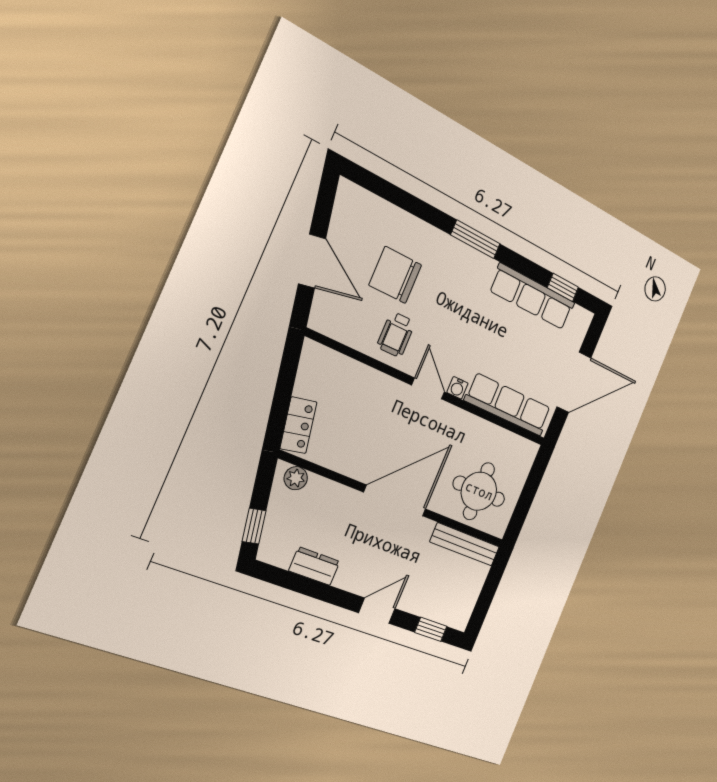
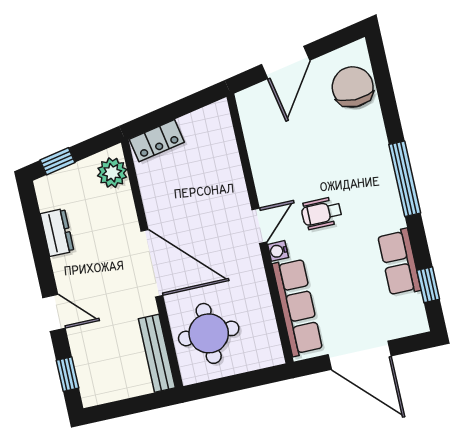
window: (475, 239) -> (405, 179), width x1.44
chair: (395, 275) -> (353, 87), moved
row of seats: (532, 297) -> (399, 262), width x0.68
wheelchair: (396, 334) -> (322, 213), moved
plant: (296, 478) -> (112, 173), width x1.38, depth x1.38

